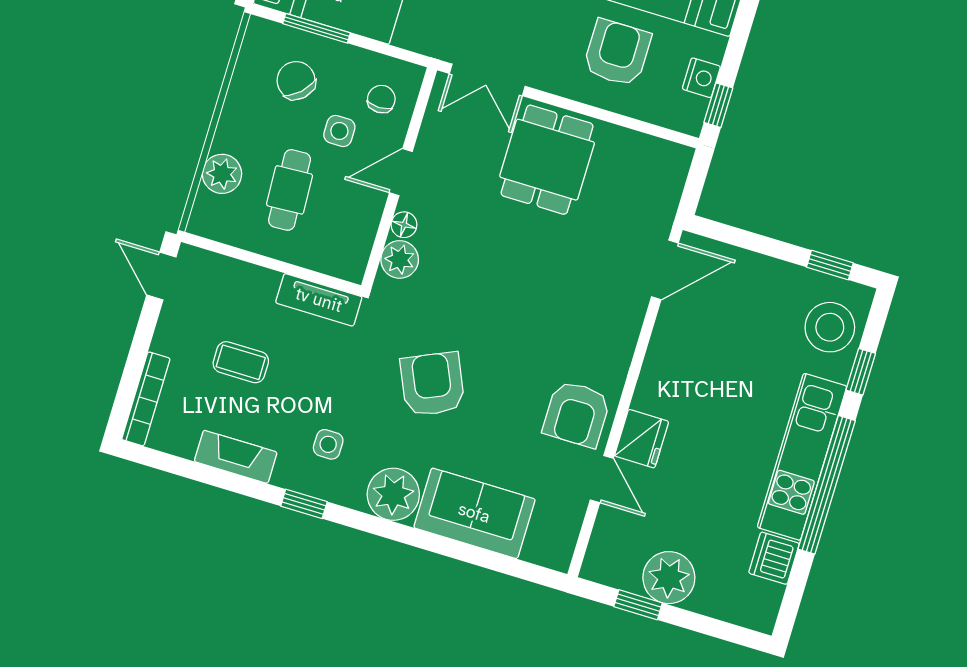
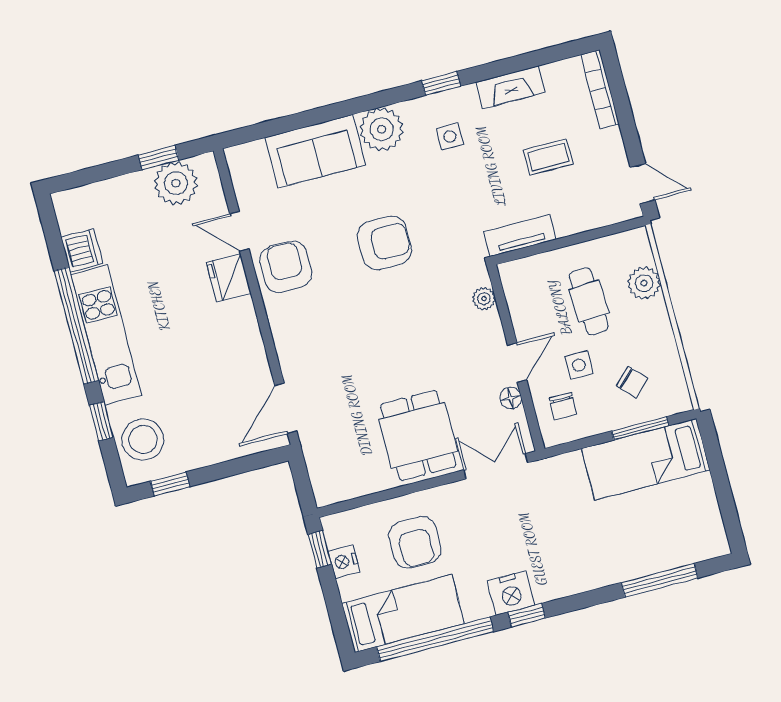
chair: (296, 80) -> (632, 382), width x0.73, depth x0.73
floor lamp: (404, 225) -> (511, 398), moved
plant: (400, 259) -> (484, 299), width x0.73, depth x0.73
armchair: (432, 384) -> (384, 243), moved, turned -66
plant: (669, 578) -> (176, 183), moved

